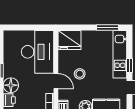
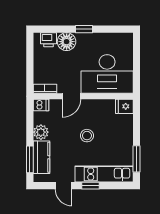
fridge: (70, 40) -> (124, 106), width x0.53, depth x0.75
stool: (80, 74) -> (87, 136), moved

